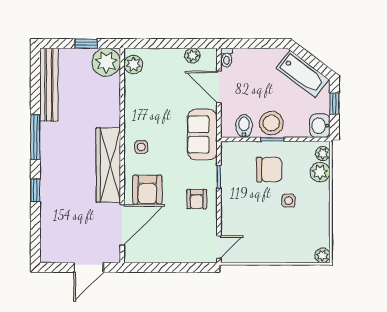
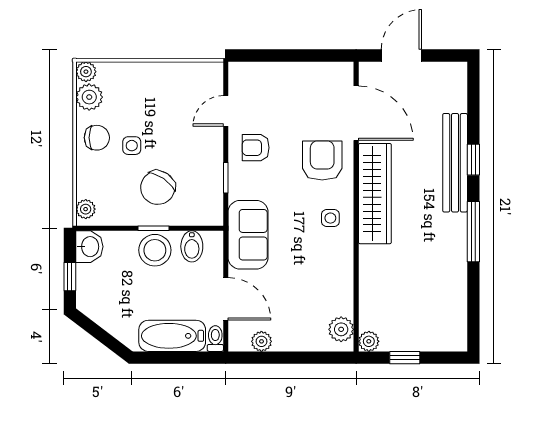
plant: (106, 62) -> (369, 341), width x0.53, depth x0.53
bathtub: (303, 74) -> (172, 336), moved, turned -37
bench: (49, 85) -> (455, 163), moved
chair: (269, 170) -> (158, 188), turned -55
plant: (320, 172) -> (89, 97), moved
armchair: (197, 199) -> (256, 148), turned -90
chair: (314, 206) -> (97, 138), added
door: (122, 225) -> (356, 113), swing flipped
door: (219, 247) -> (226, 111), moved

